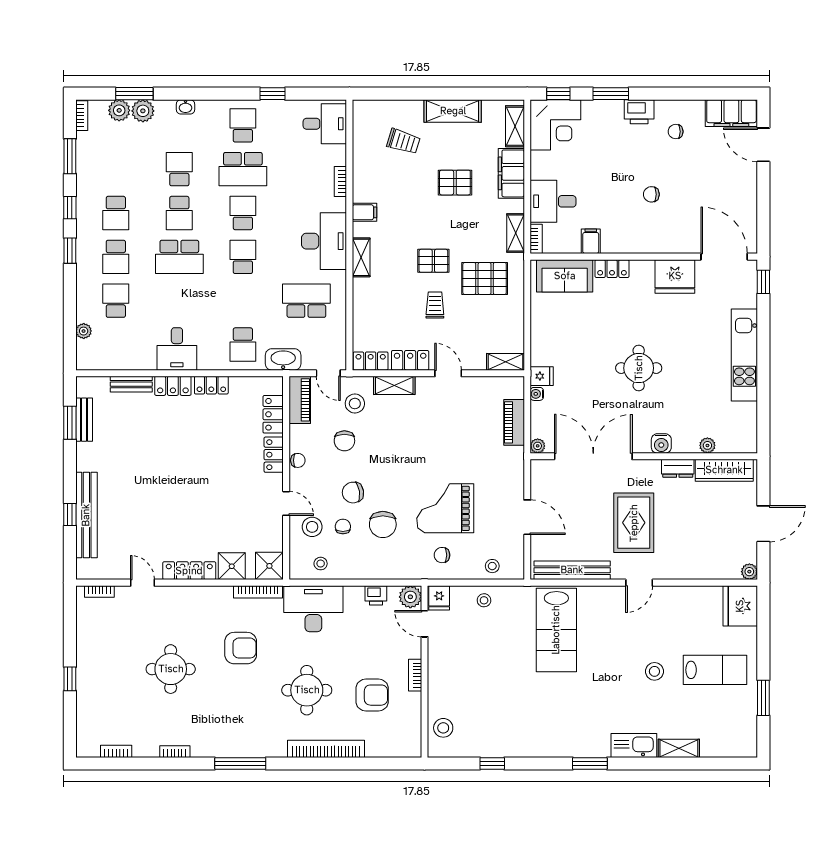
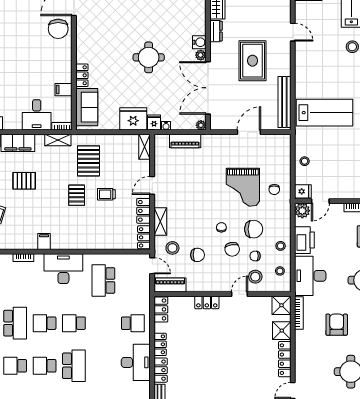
pallet: (455, 183) -> (24, 181), turned 90
chair: (651, 194) -> (58, 29), moved, width x1.87, depth x1.87
school desk: (179, 213) -> (45, 366), turned 180
shelving: (361, 257) -> (74, 244), removed
fridge: (675, 276) -> (133, 119), moved, turned -90
desk: (177, 349) -> (136, 362), width x1.37
washbasin: (283, 359) -> (143, 296), removed
door: (328, 373) -> (152, 266), hinge flipped
locker: (273, 414) -> (161, 309), moved, turned -90
plant: (707, 445) -> (201, 55), moved
chair: (298, 460) -> (221, 227), moved
rug: (634, 523) -> (252, 61), turned 90
stool: (492, 566) -> (281, 246), moved
door: (639, 583) -> (293, 32), moved
printer: (376, 595) -> (304, 240), width x1.87, depth x1.48

